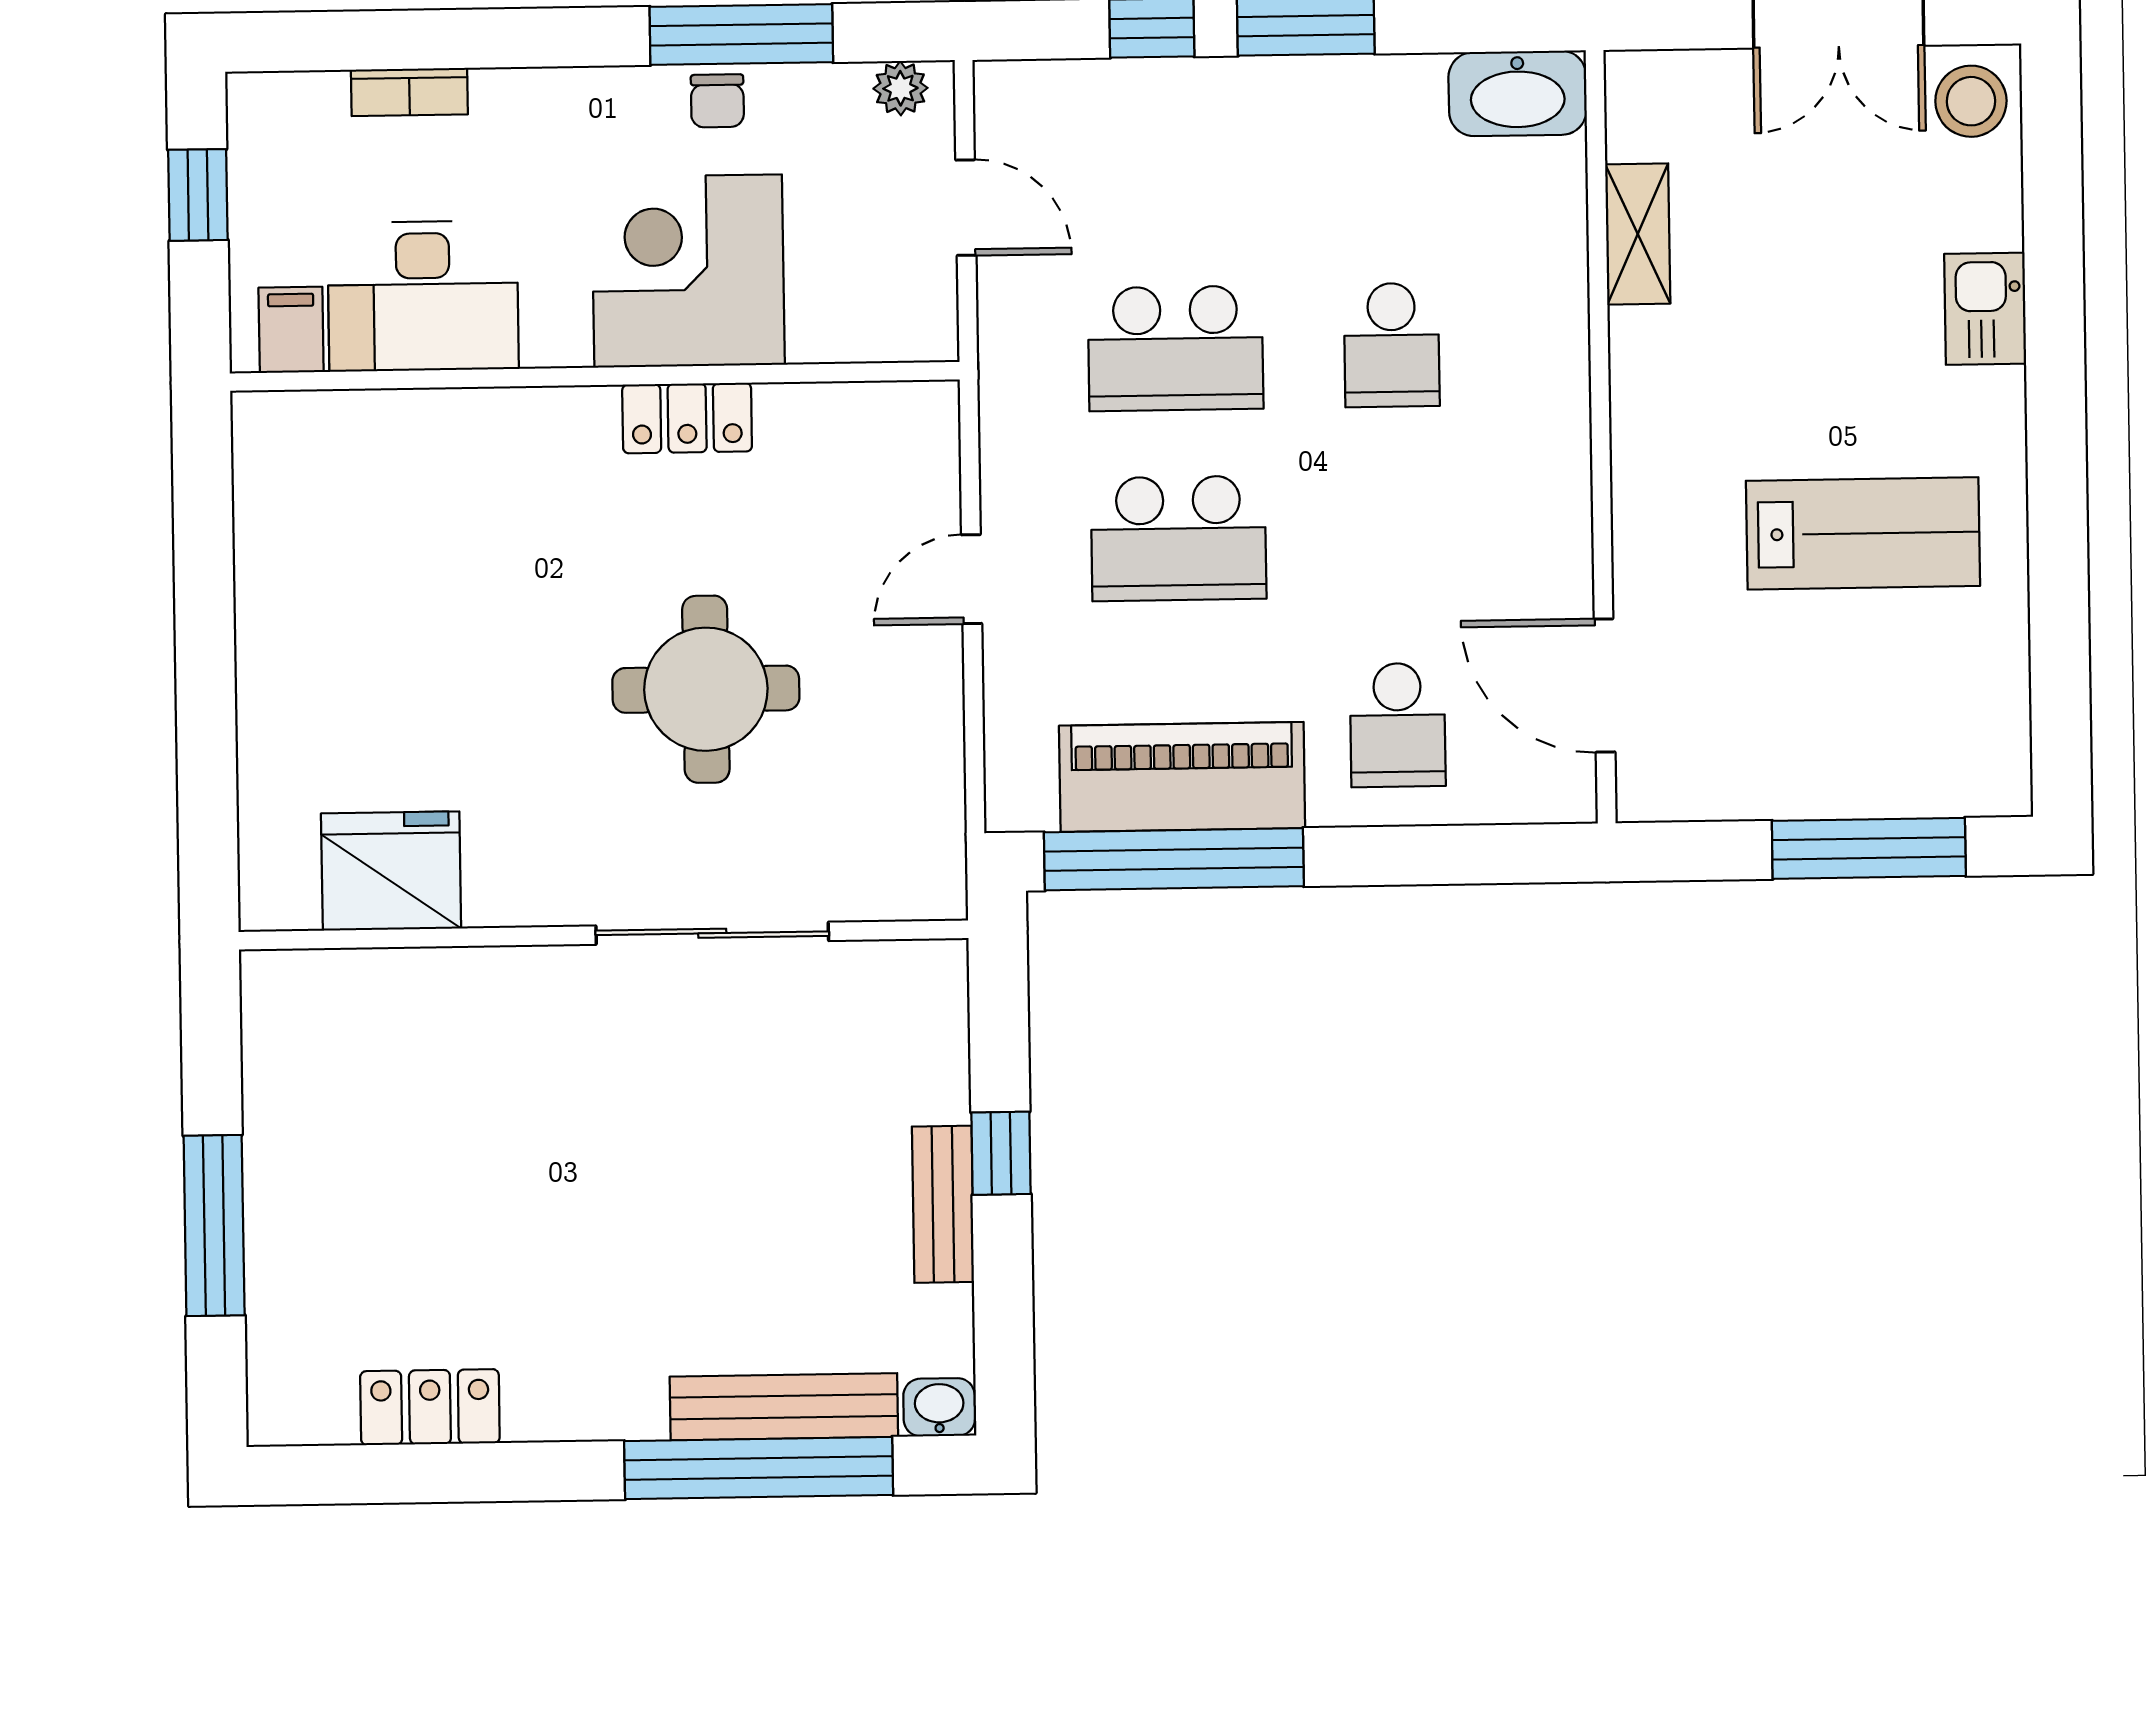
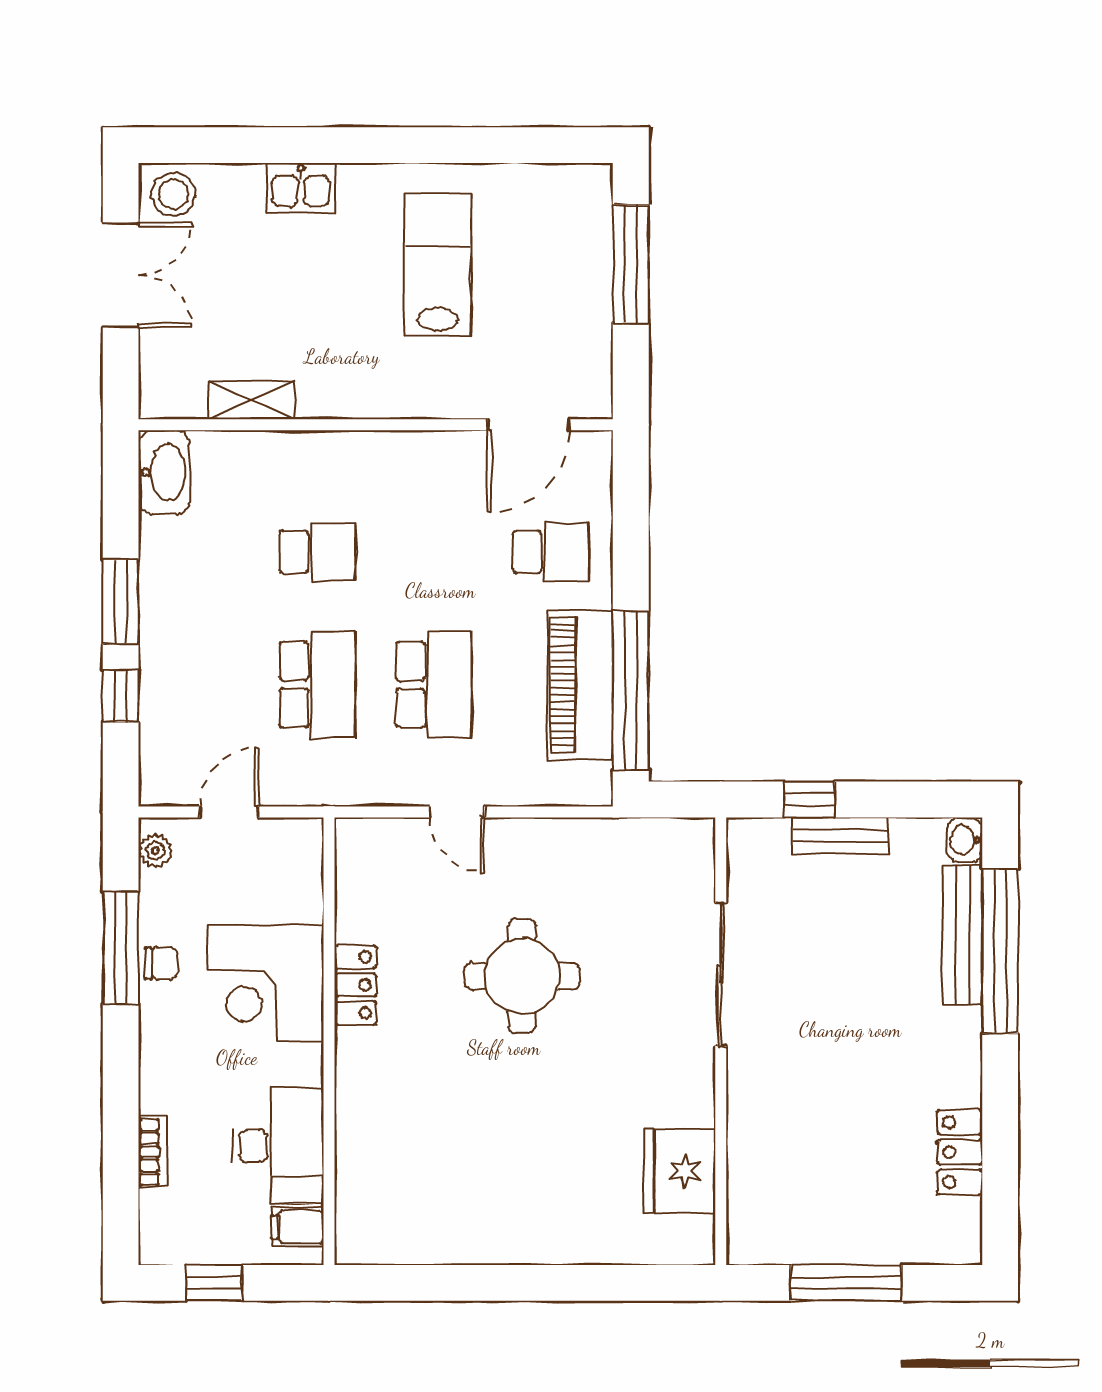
fridge: (391, 871) -> (679, 1171), moved
sliding door: (712, 933) -> (721, 974), moved
wall: (604, 935) -> (721, 1041), moved

